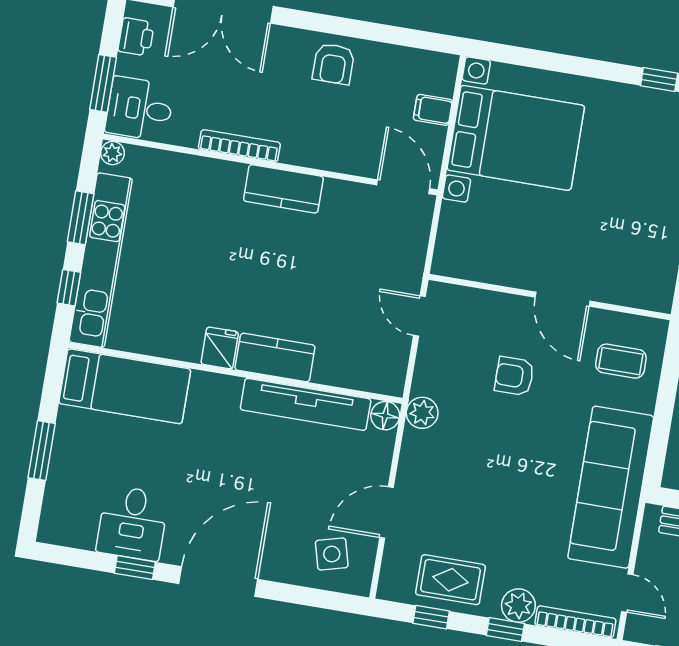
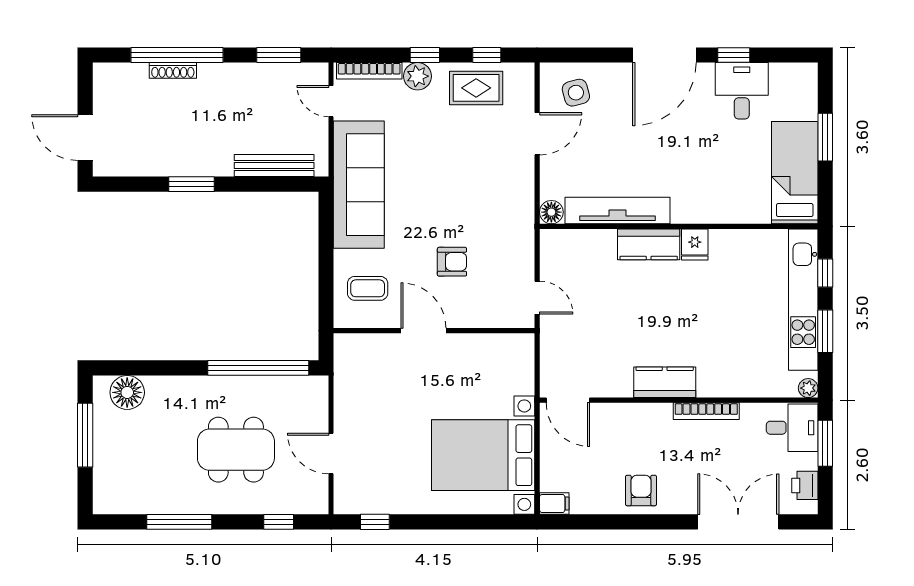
filing cabinet: (433, 110) -> (554, 503), moved
bed: (125, 386) -> (795, 173), moved, turned 90
plant: (422, 413) -> (522, 219), removed

